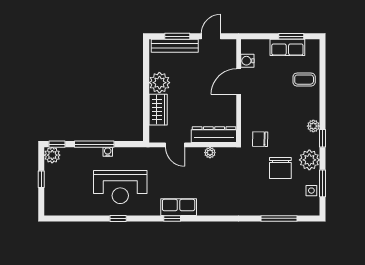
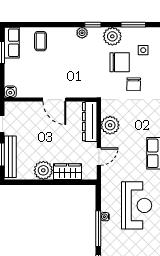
row of seats: (287, 47) -> (12, 43), moved
water cooler: (247, 61) -> (10, 92), moved
door: (239, 82) -> (54, 100), moved
chair: (260, 139) -> (134, 84), moved
plant: (210, 153) -> (110, 125), width x1.88, depth x1.88
side table: (311, 191) -> (143, 50), moved

